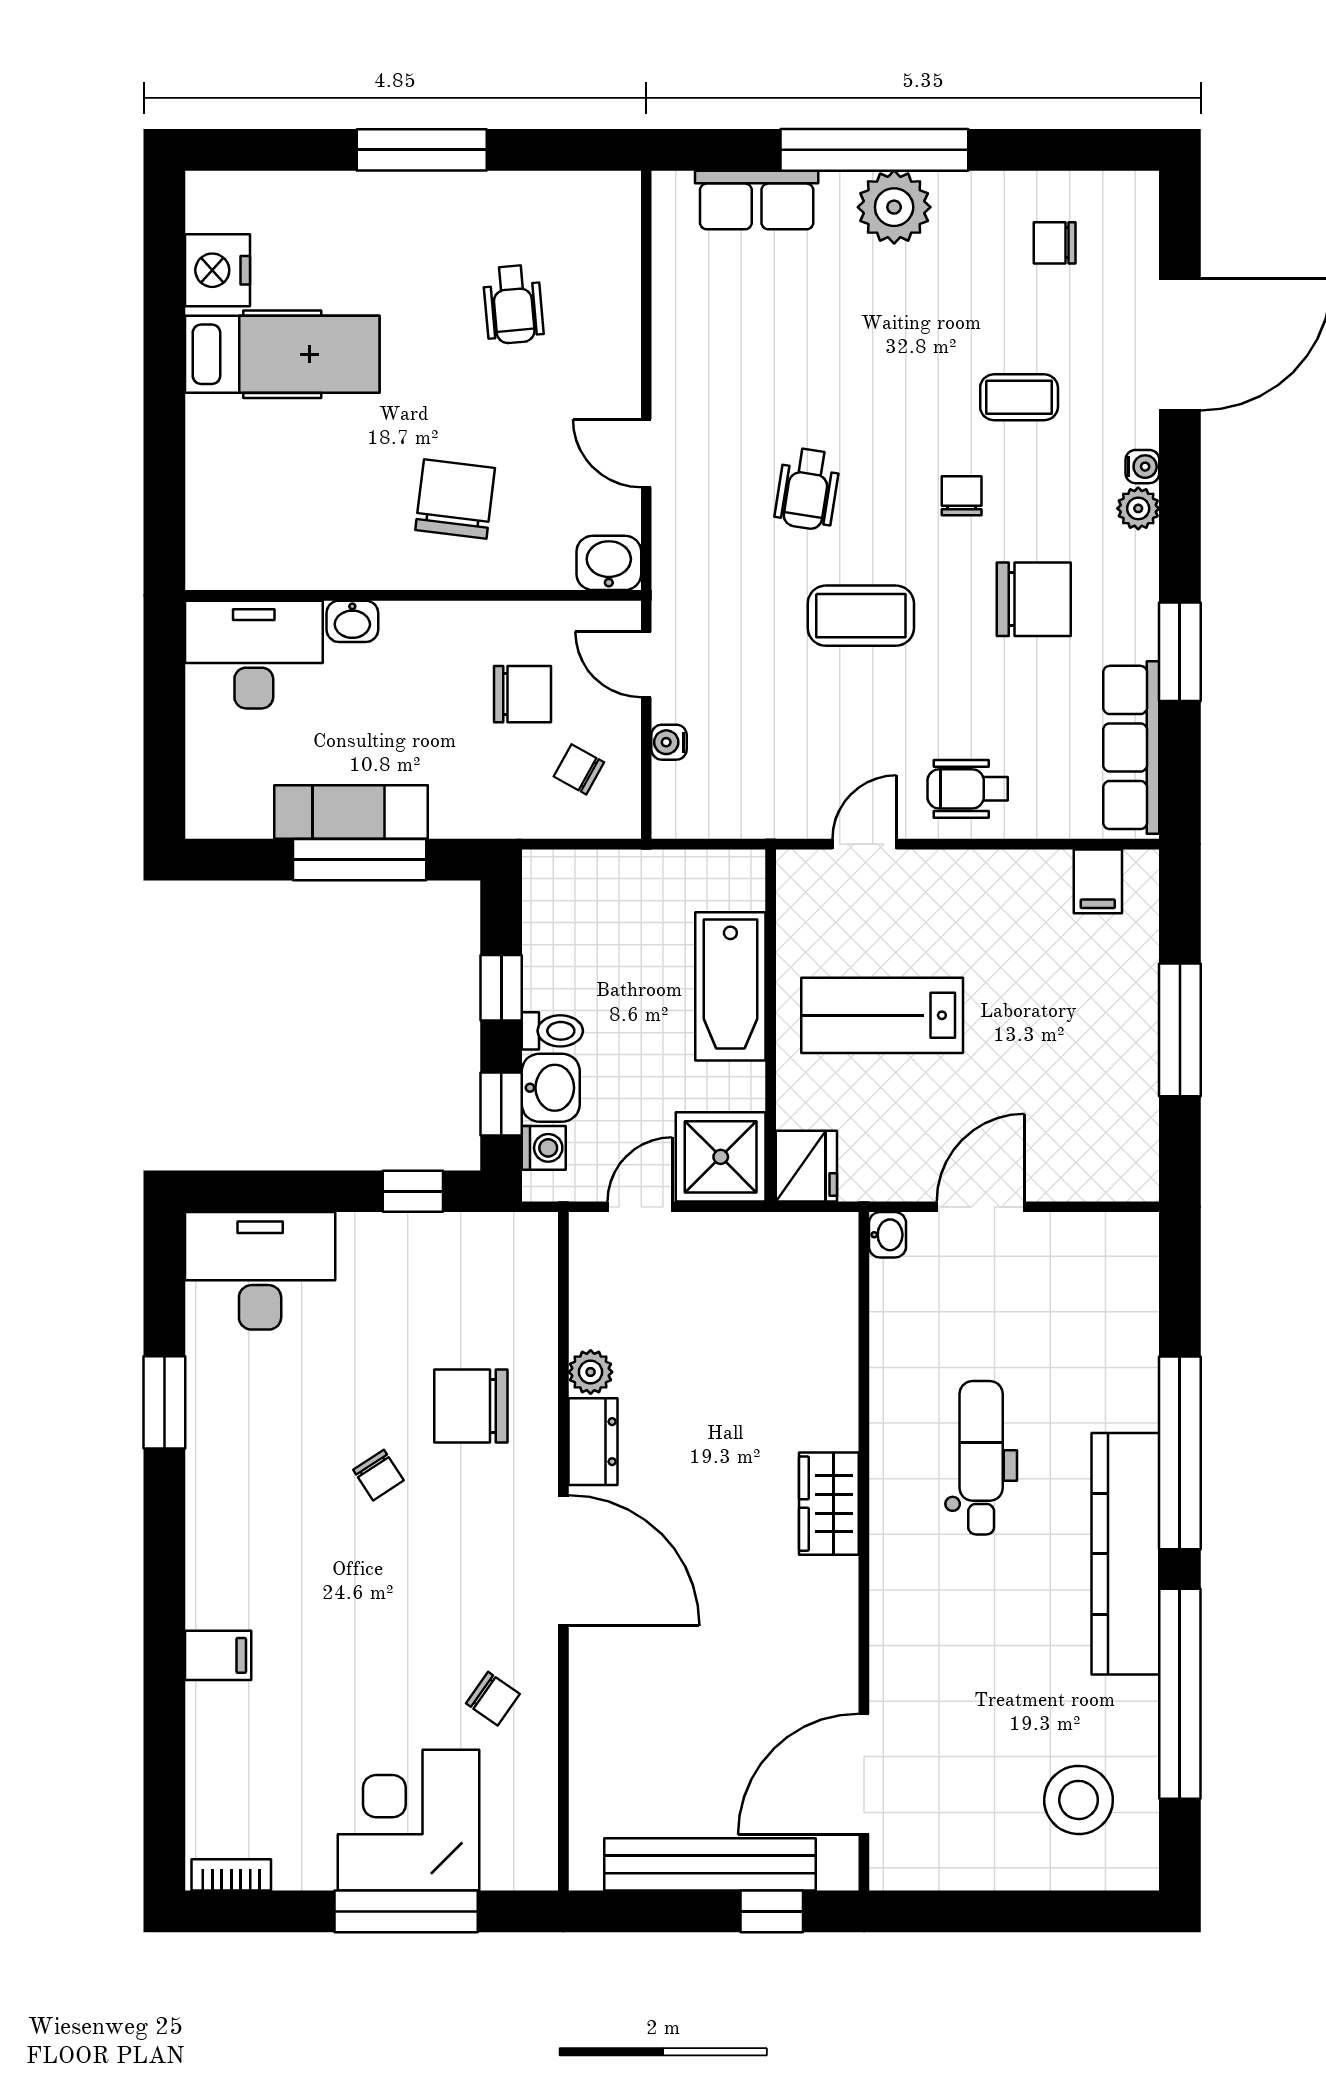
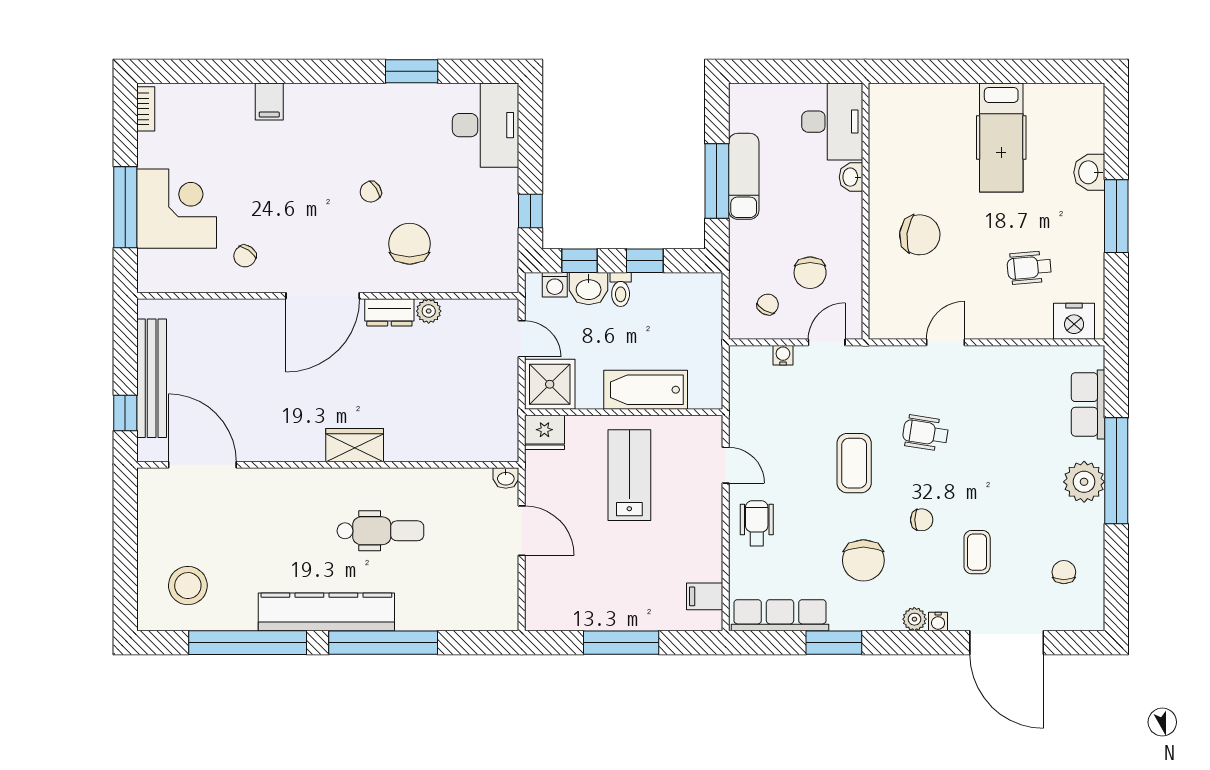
nightstand: (217, 270) -> (1074, 321), moved, turned 180
washbasin: (609, 563) -> (1089, 172), moved, turned 180

